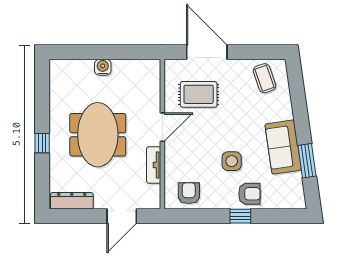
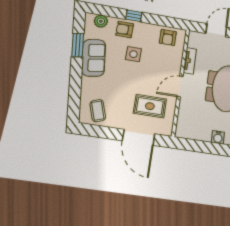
plant: (283, 200) -> (101, 21), added

